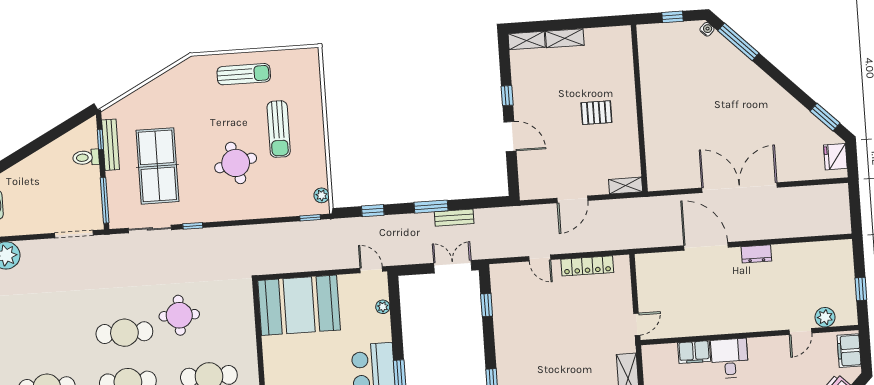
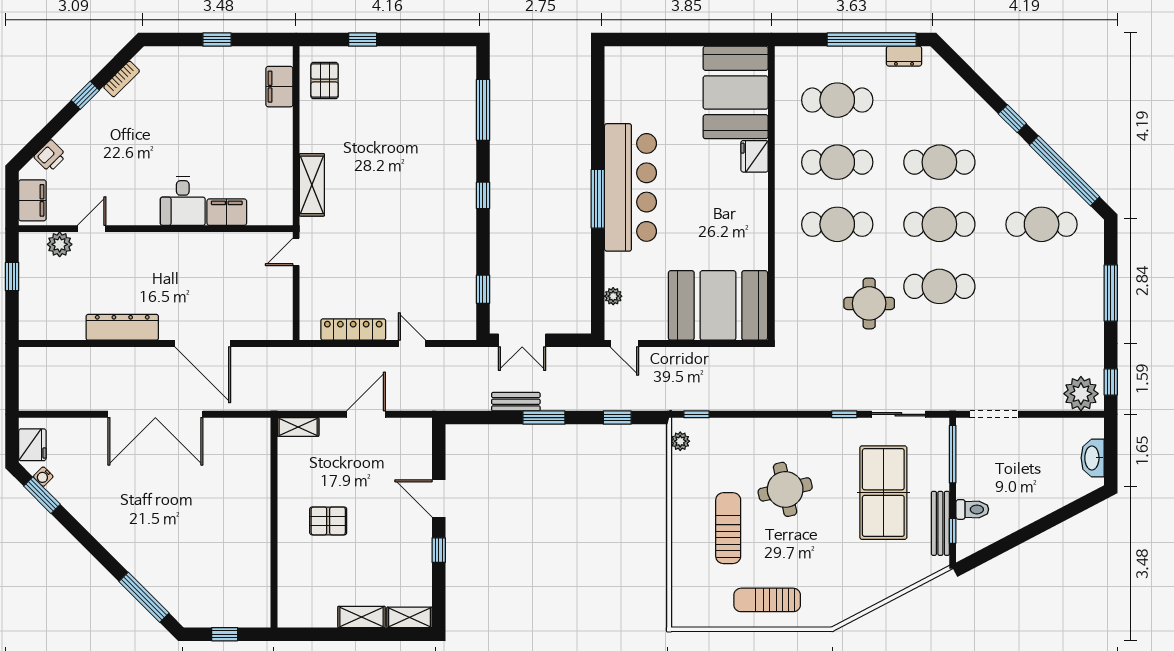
water cooler: (707, 29) -> (43, 477), moved
dresser: (756, 254) -> (122, 327), width x1.96, depth x1.24

